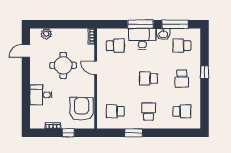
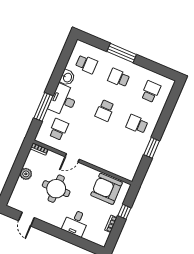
window: (141, 24) -> (43, 107), moved
window: (175, 24) -> (63, 62), removed
plant: (46, 34) -> (26, 174), moved
school desk: (182, 46) -> (86, 64), turned -90
window: (204, 72) -> (122, 53), width x2.17
school desk: (182, 79) -> (119, 78), turned 180
school desk: (115, 111) -> (123, 157), removed

